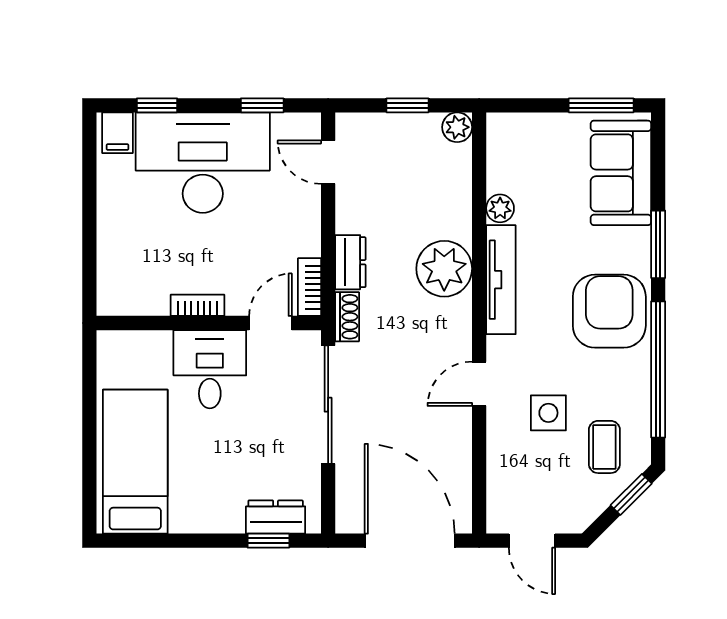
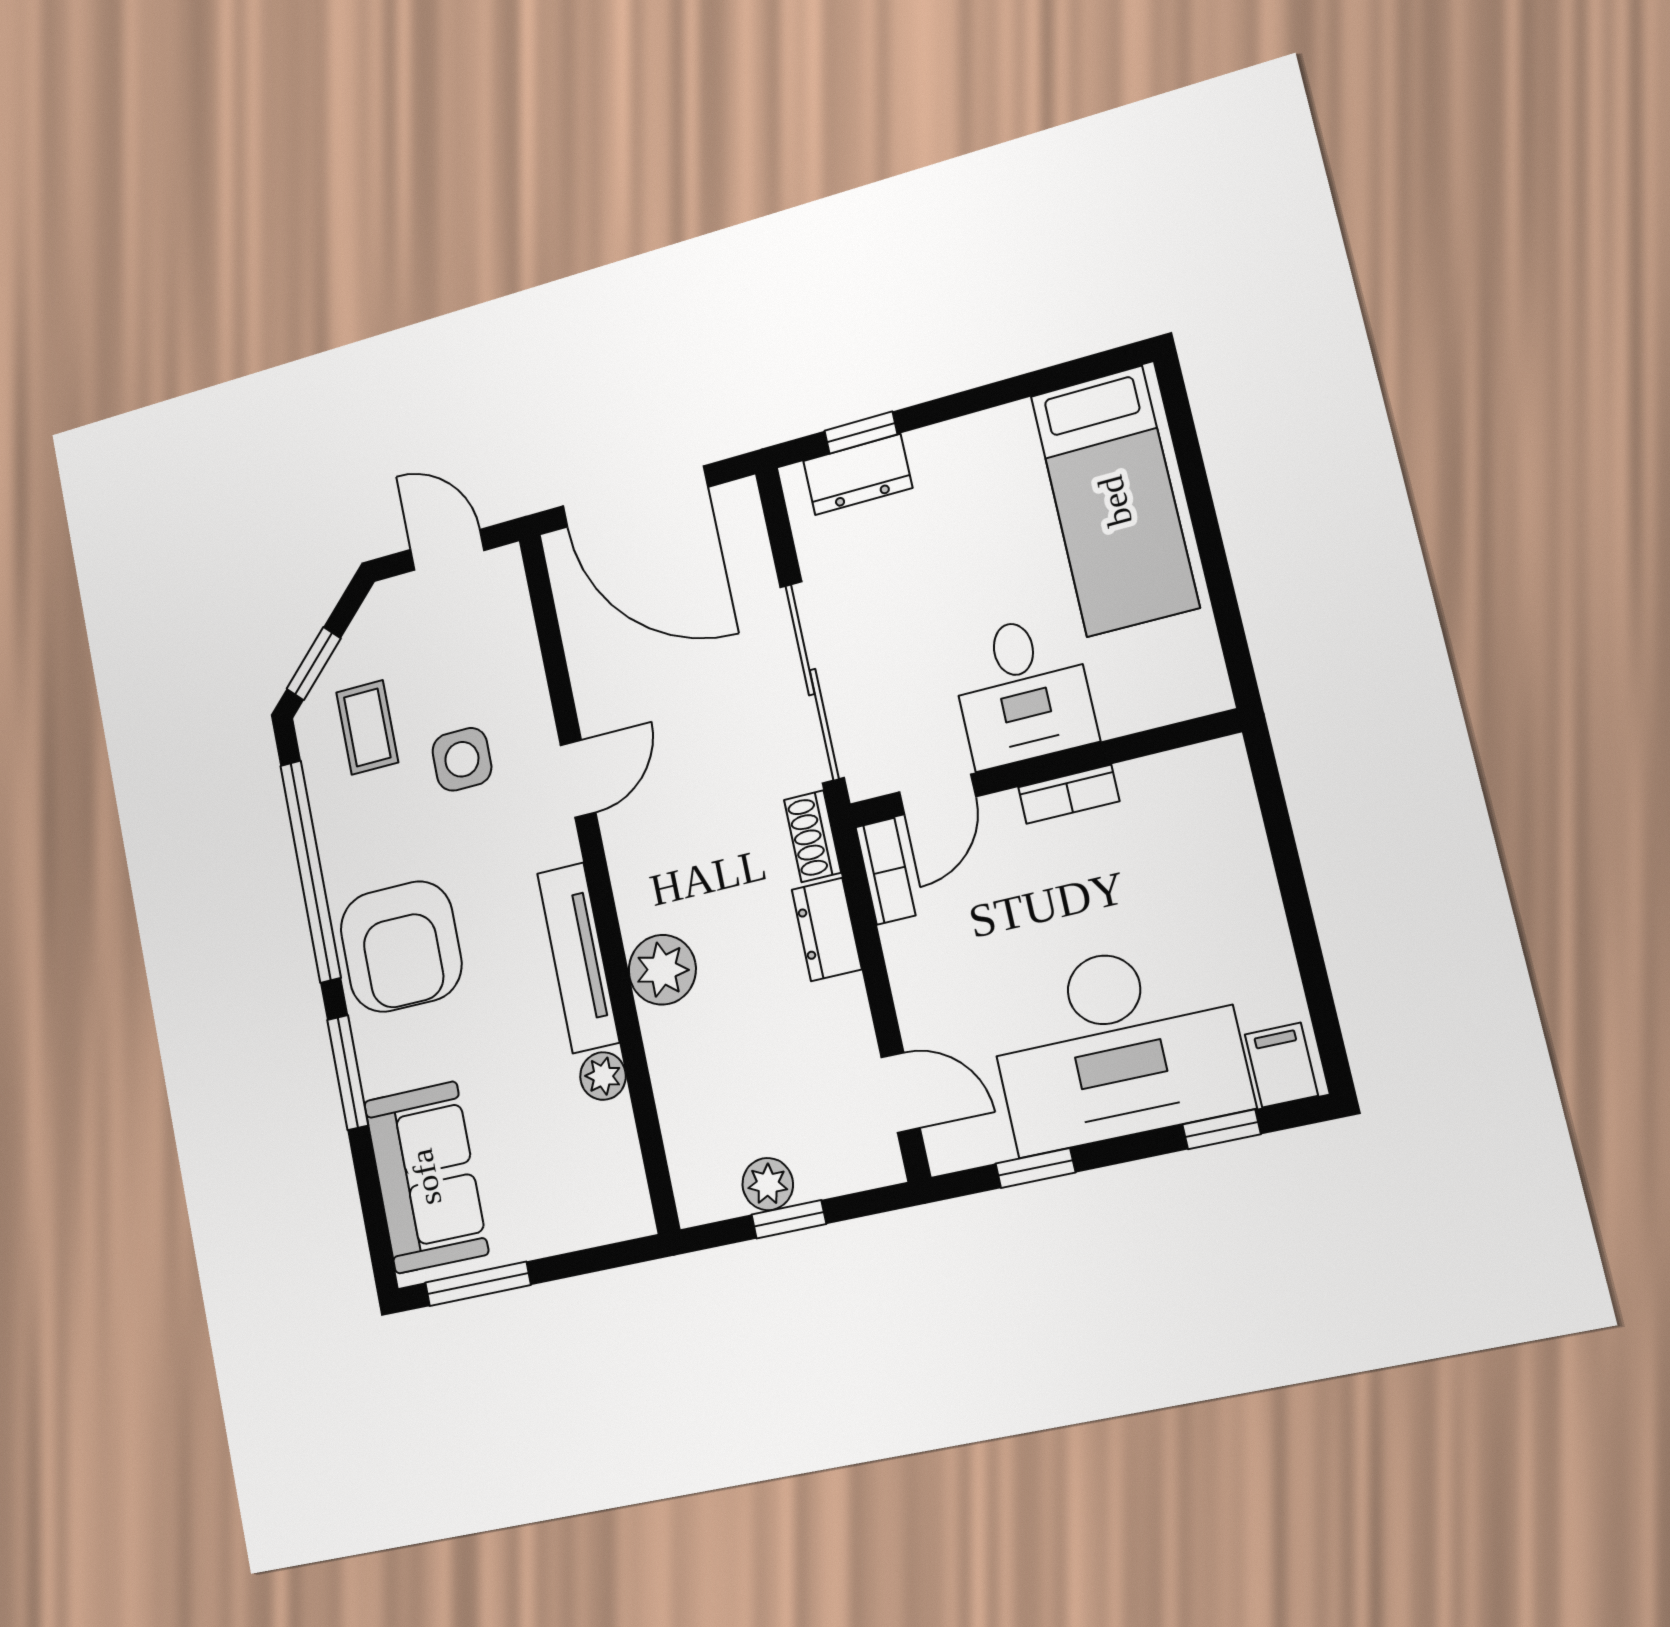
plant: (457, 127) -> (768, 1184), moved
plant: (444, 269) -> (662, 970), width x0.73, depth x0.73

